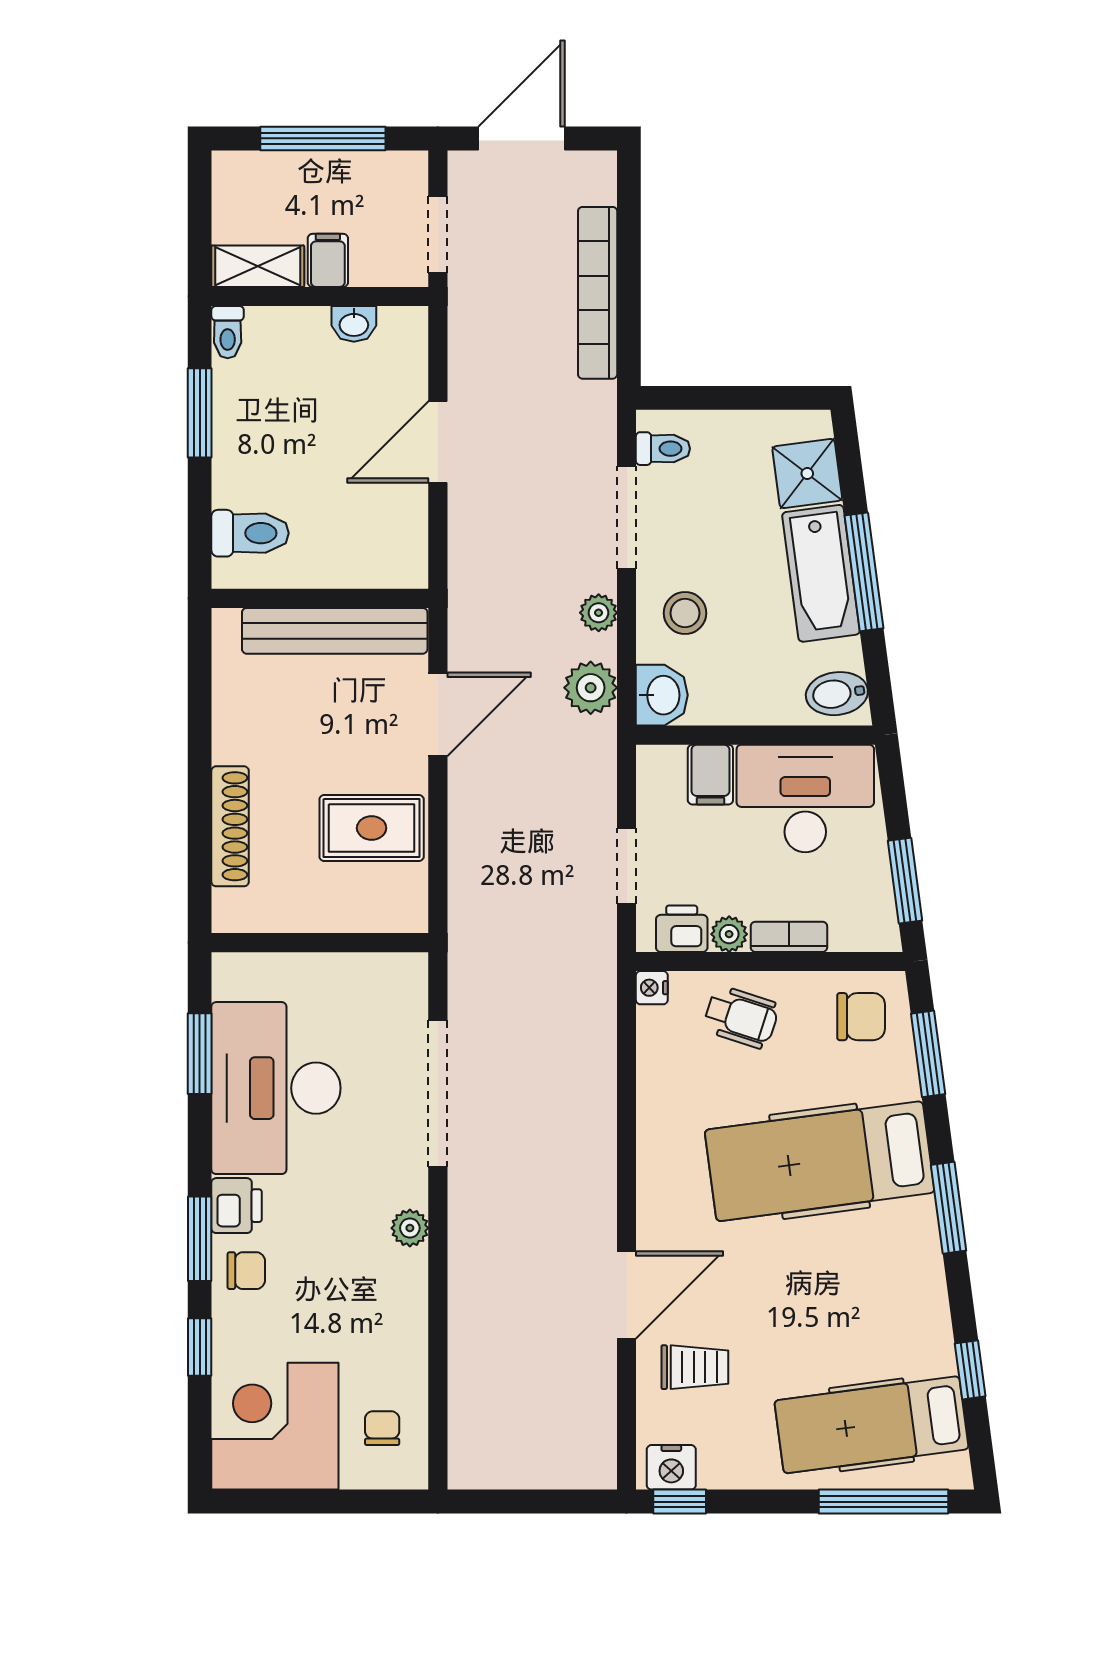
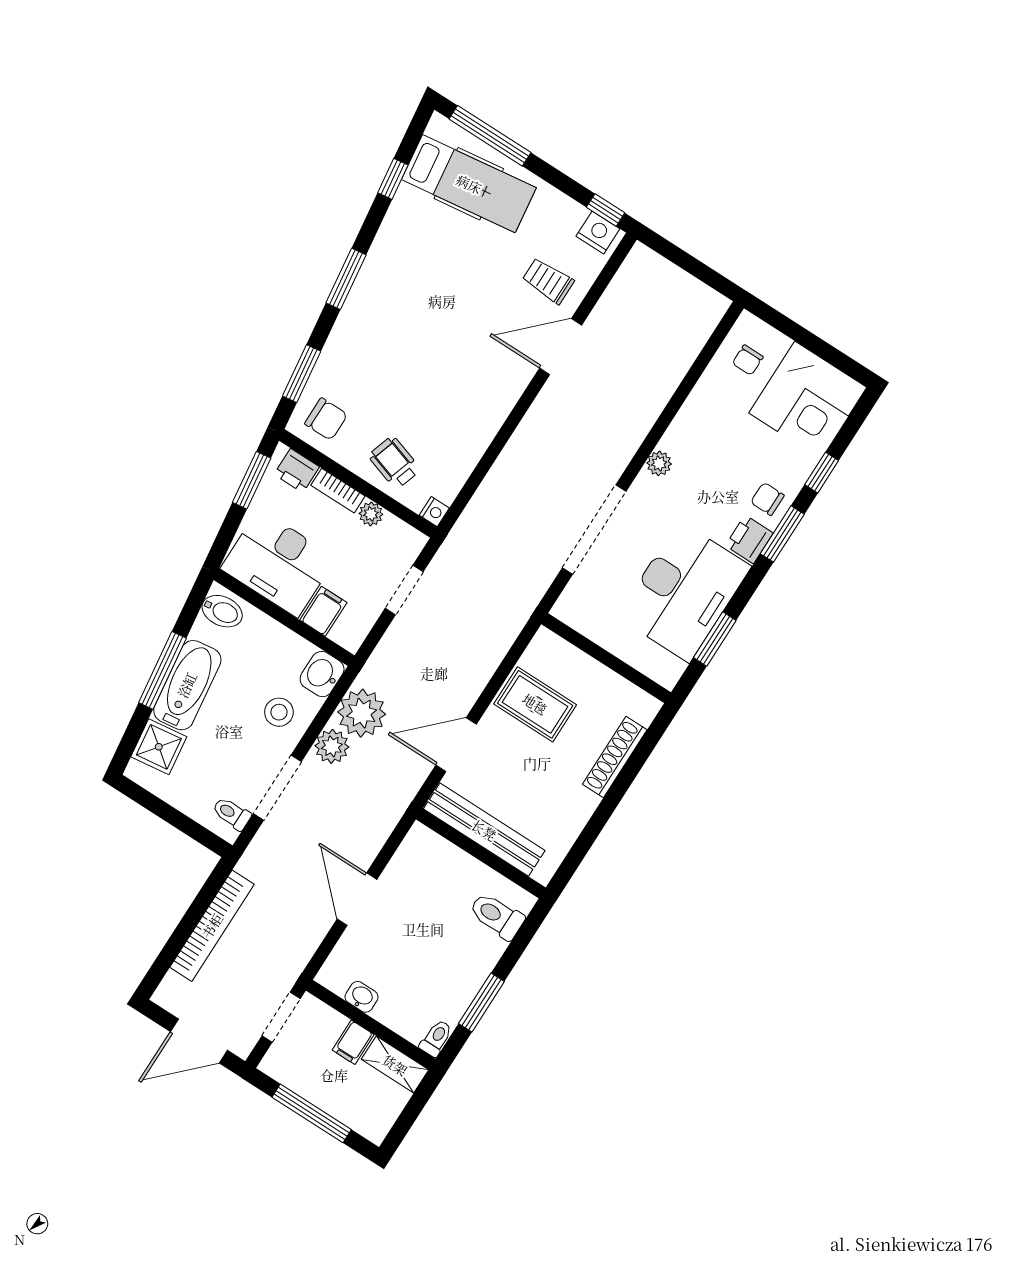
door: (438, 442) -> (357, 899), swing flipped
plant: (599, 613) -> (332, 746), width x1.38, depth x1.38
plant: (591, 688) -> (362, 713), width x1.36, depth x1.36
printer: (682, 929) -> (297, 471), moved
chair: (861, 1017) -> (326, 419), turned 180
hospital bed: (820, 1161) -> (402, 352), removed

